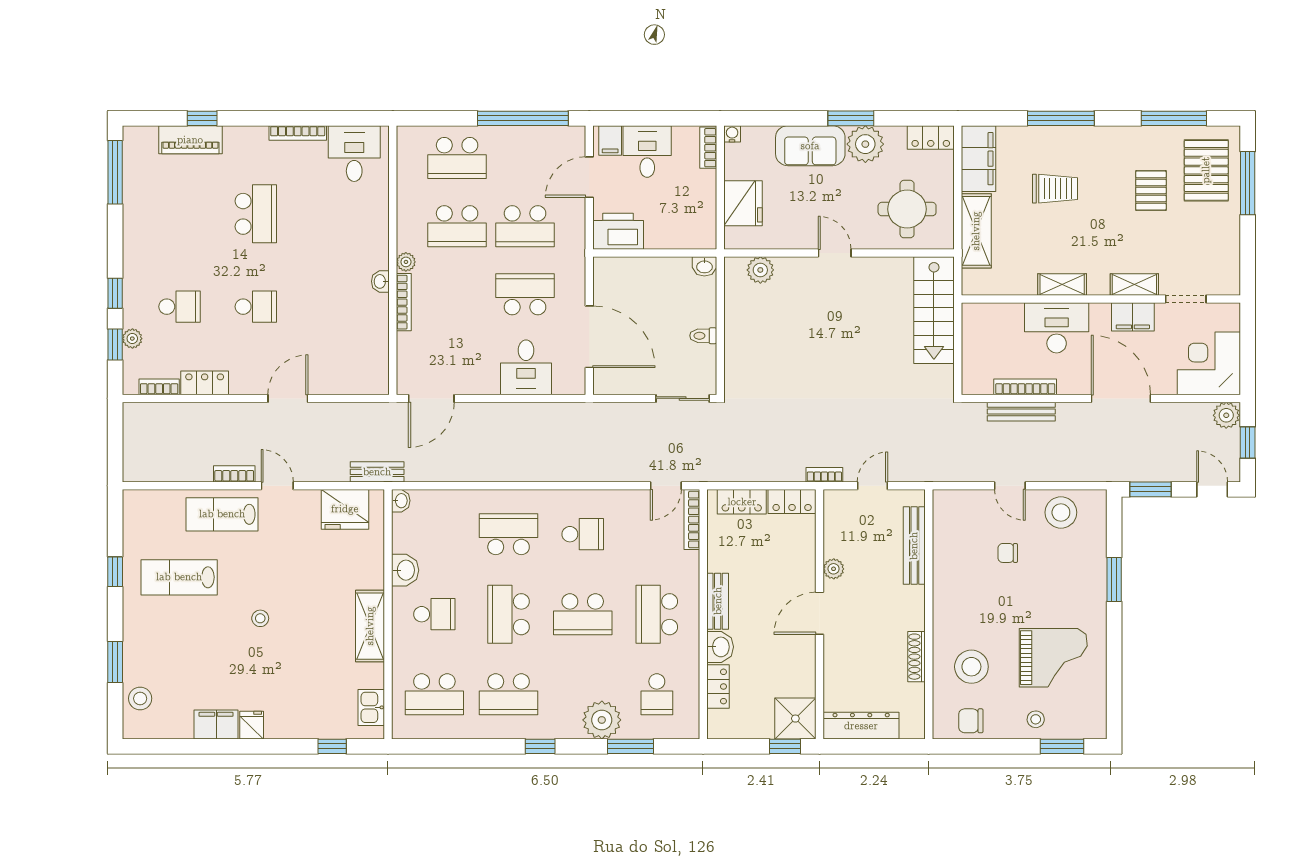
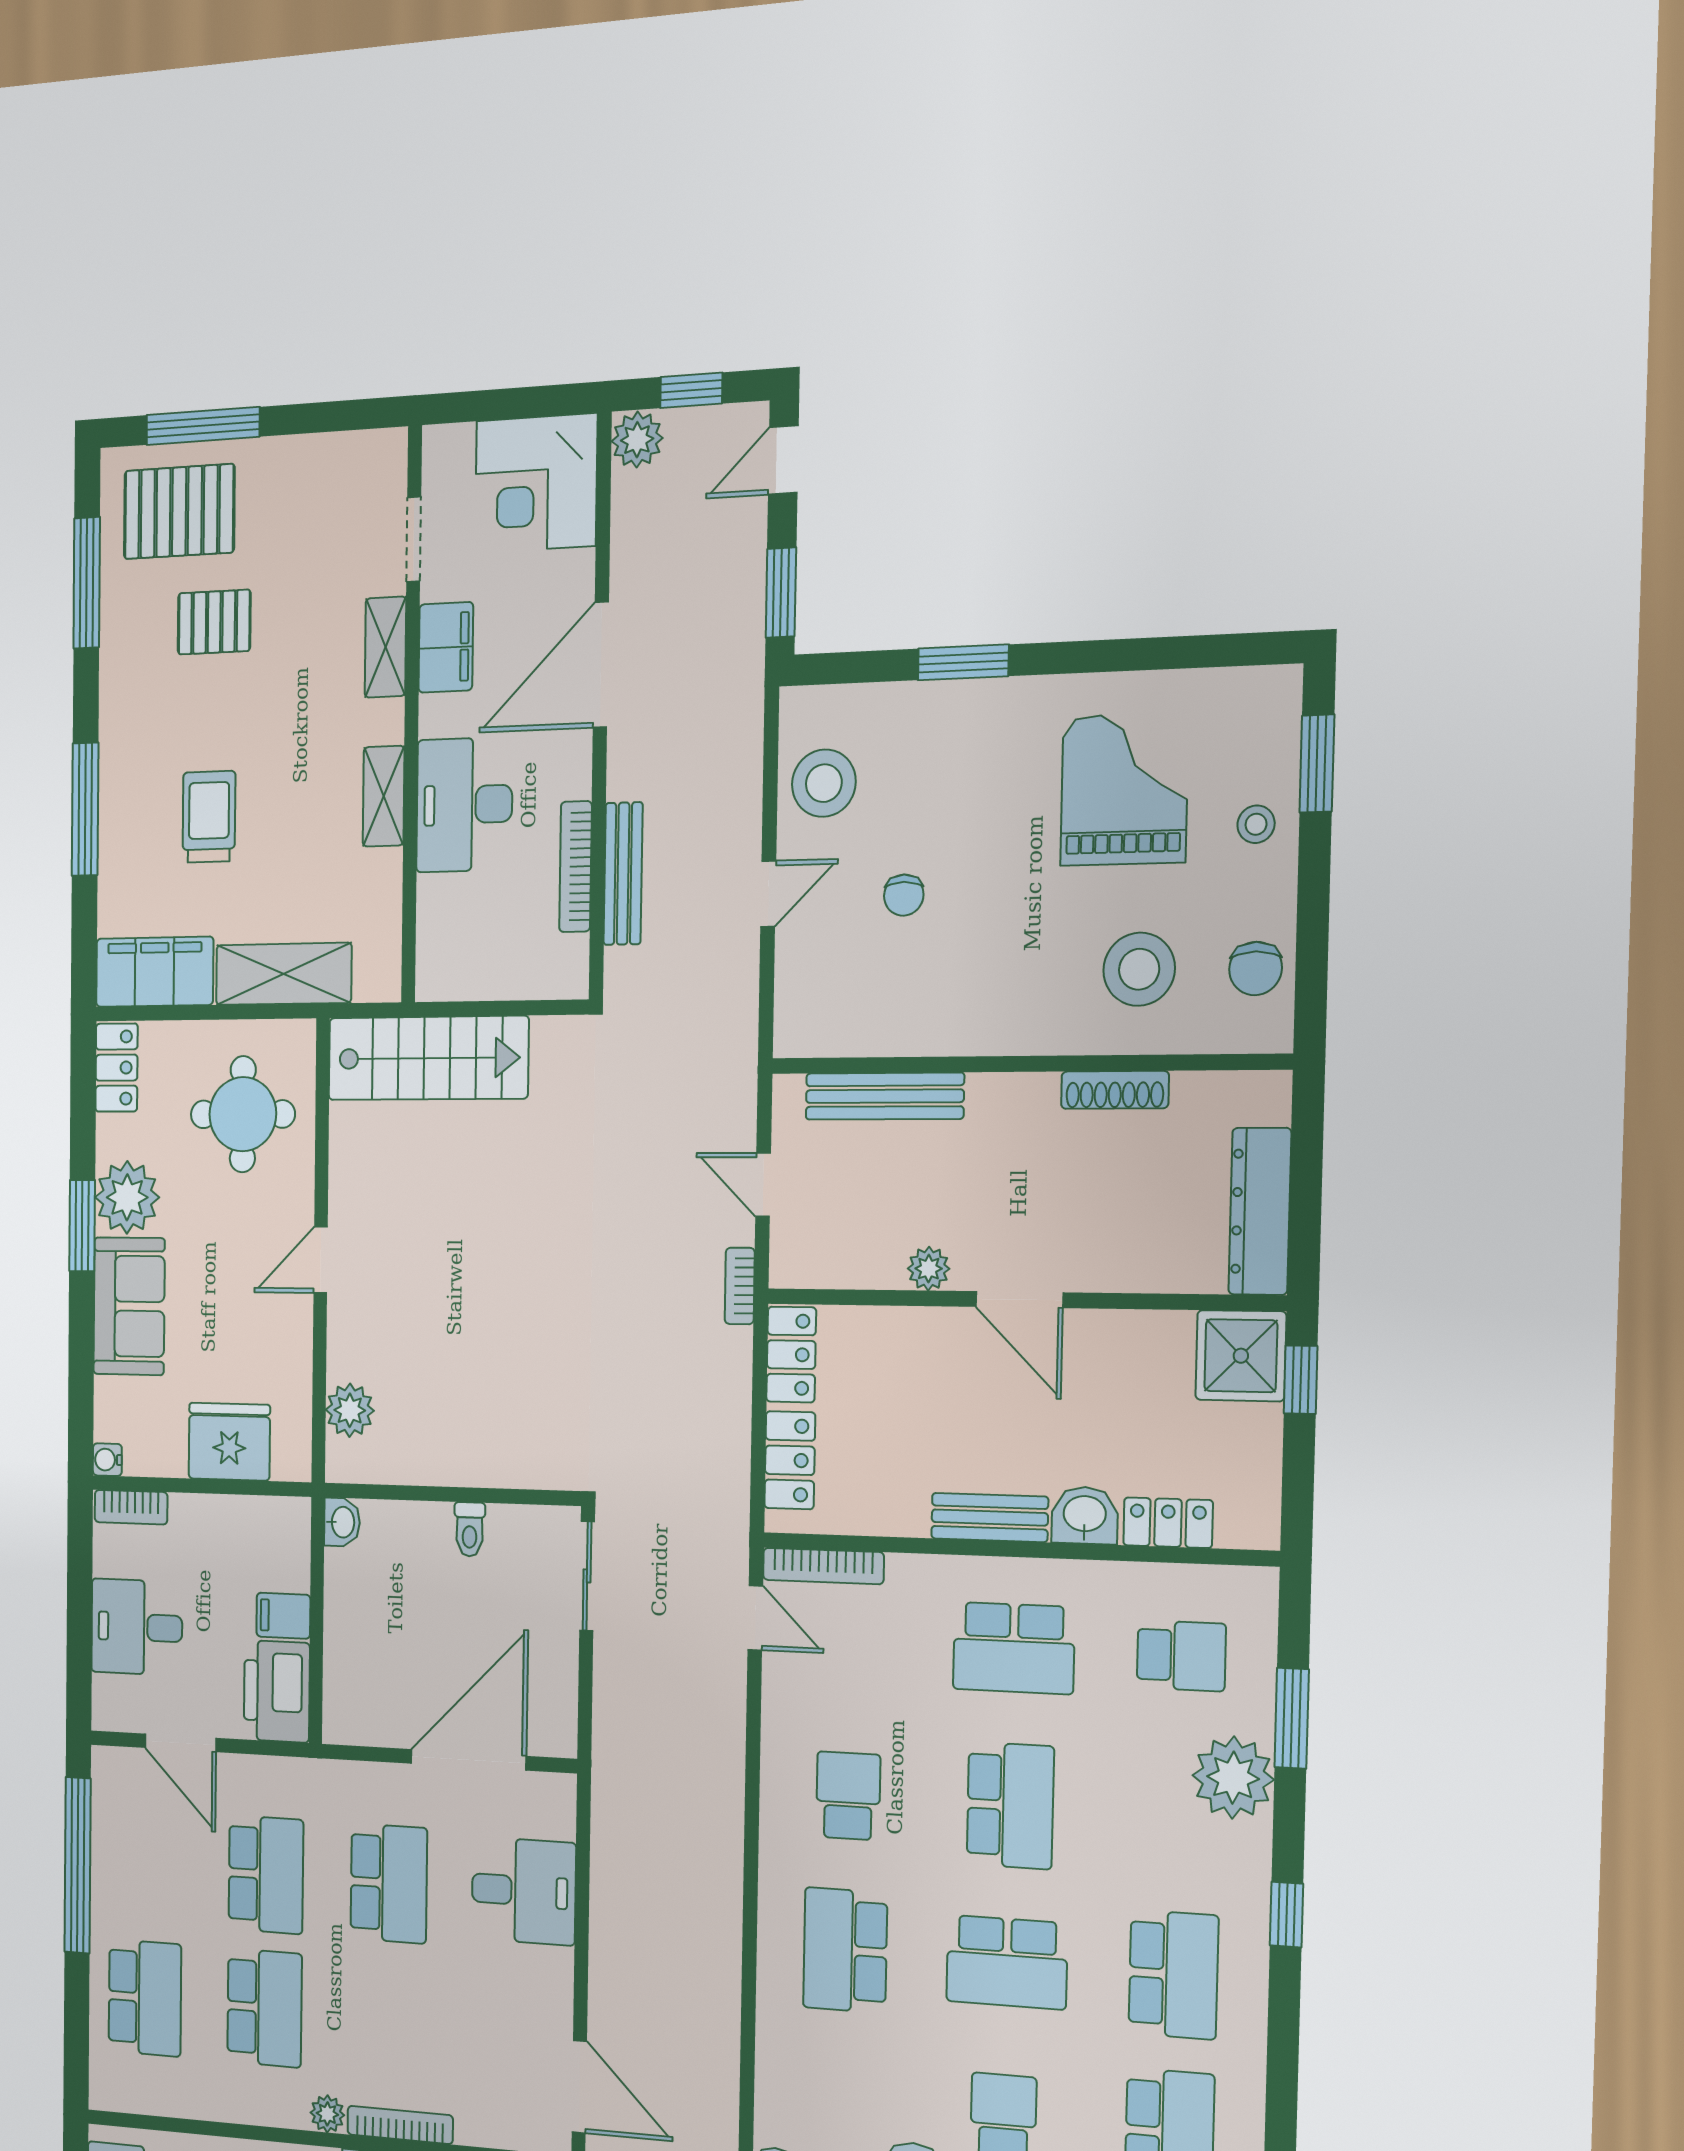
filing cabinet: (610, 141) -> (283, 1616), moved, turned 180
school desk: (525, 294) -> (389, 1883), turned 180

